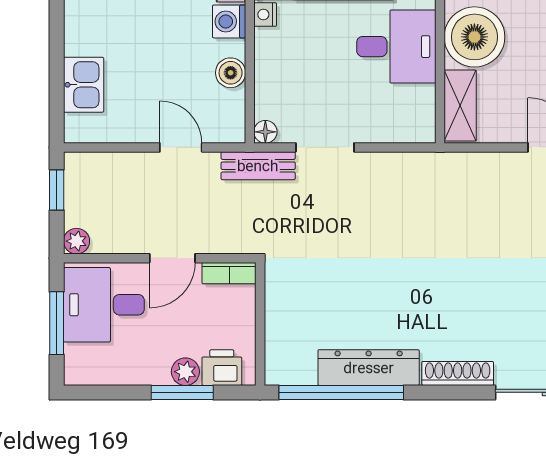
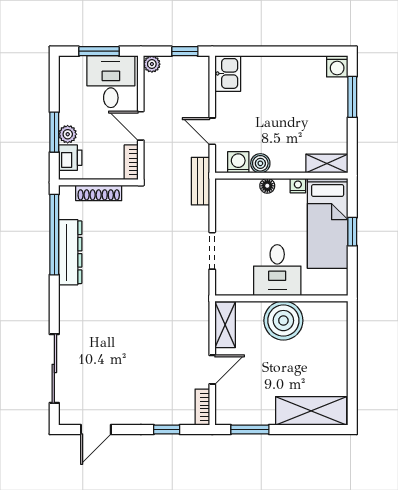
washing machine: (229, 21) -> (238, 162), moved
kitchen sink: (84, 85) -> (228, 73), moved, turned -90
shelving: (460, 106) -> (225, 325), moved, turned 90
floor lamp: (265, 132) -> (267, 186), moved
door: (181, 147) -> (212, 131), swing flipped
doorway: (325, 147) -> (212, 251), moved
shoe rack: (458, 373) -> (99, 193), moved, turned 90

